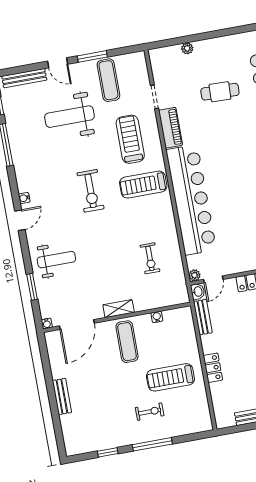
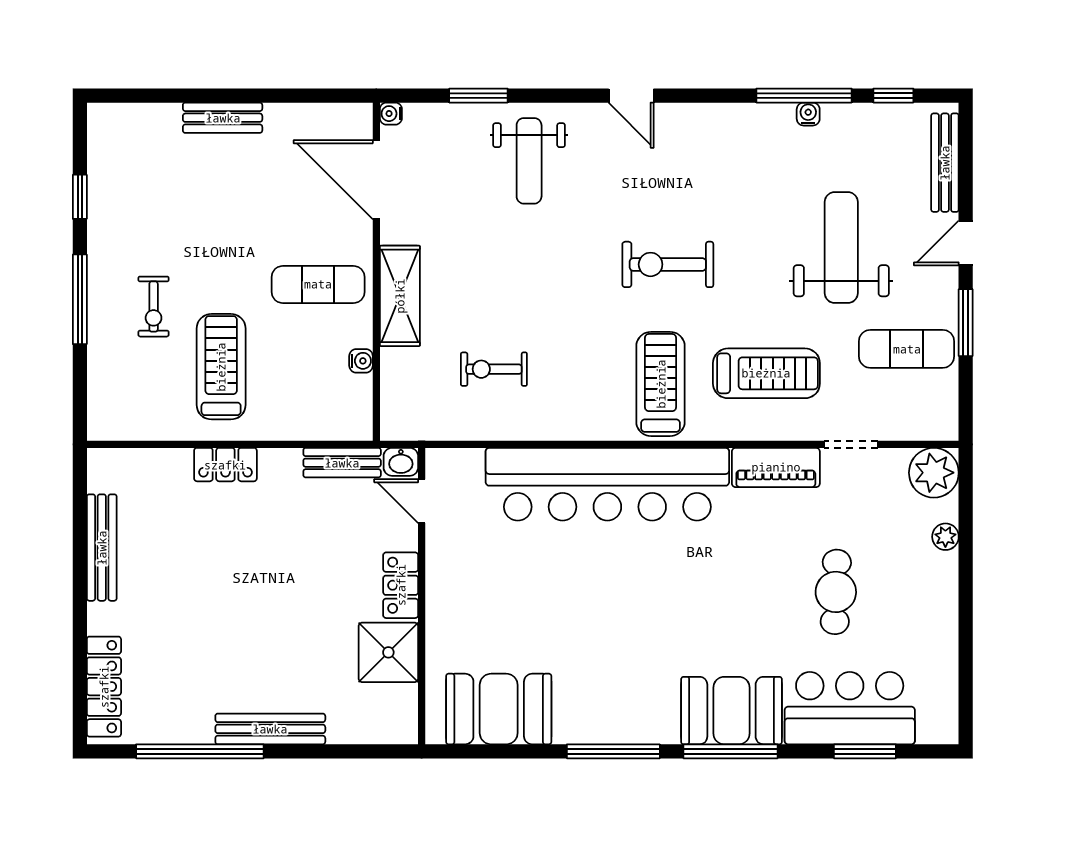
water cooler: (24, 198) -> (808, 114), moved
plant: (194, 275) -> (934, 473), moved, width x1.88, depth x1.88
shelving: (119, 309) -> (400, 296), width x1.50, depth x1.33

